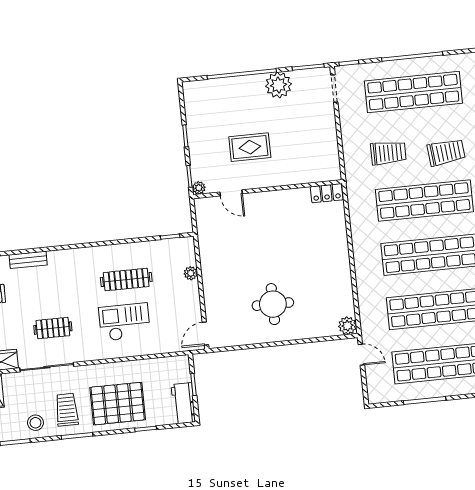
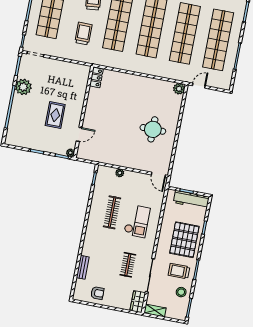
checkout: (125, 322) -> (137, 221), turned 180
workbench: (183, 403) -> (191, 200), width x1.38

